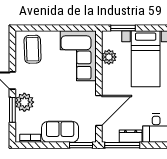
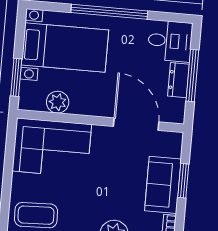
window: (81, 145) -> (183, 181), moved
window: (122, 145) -> (192, 76), moved

